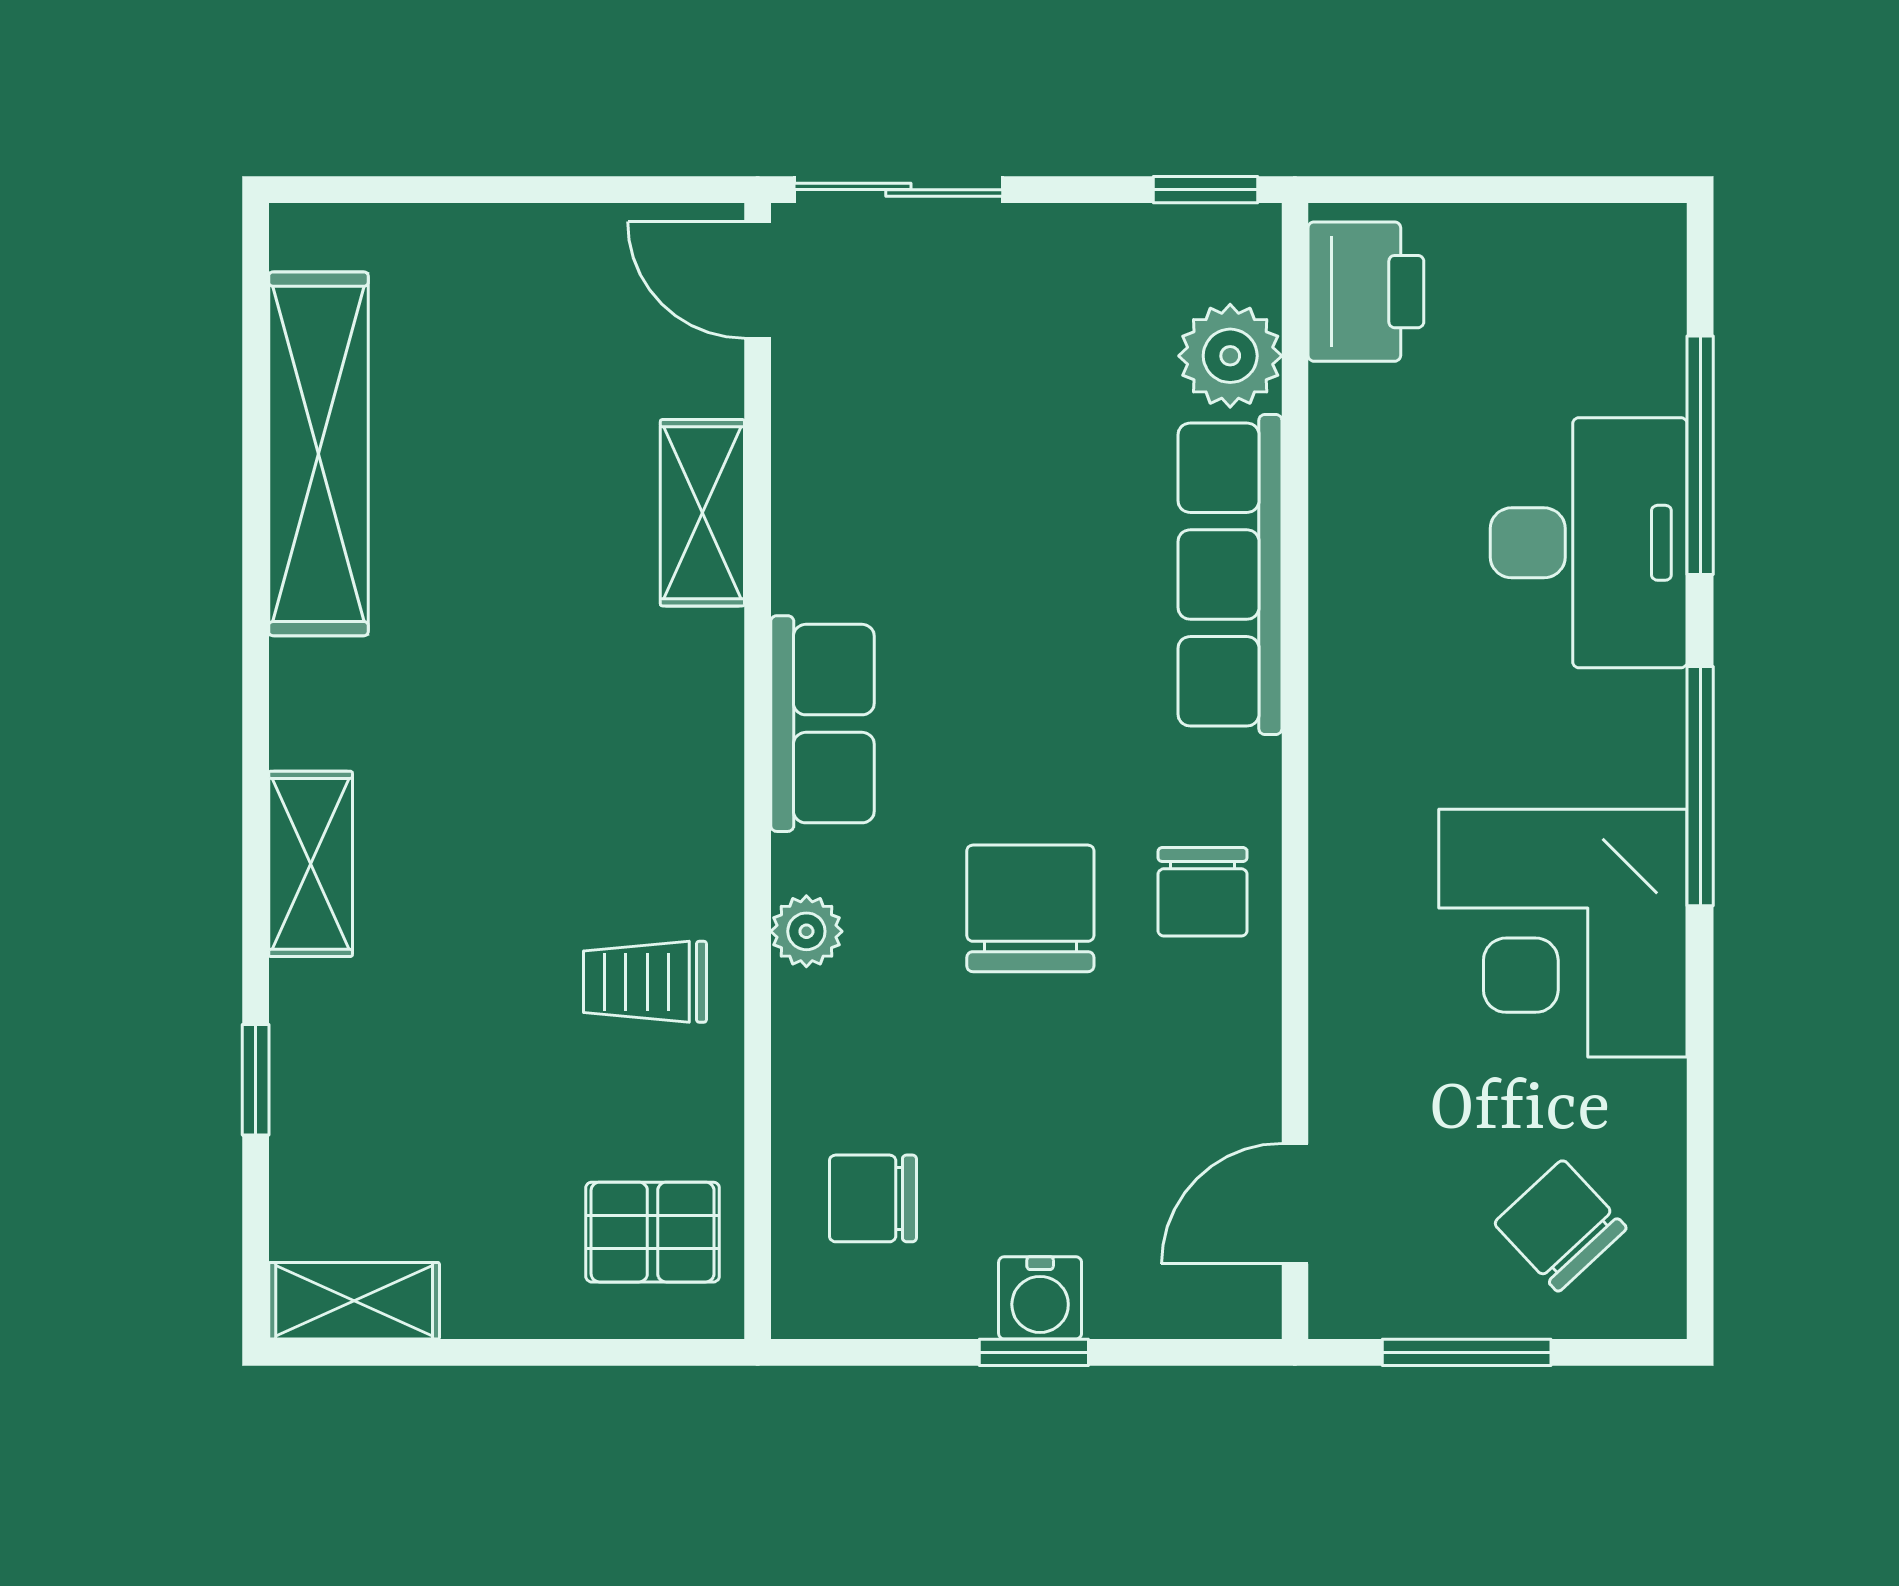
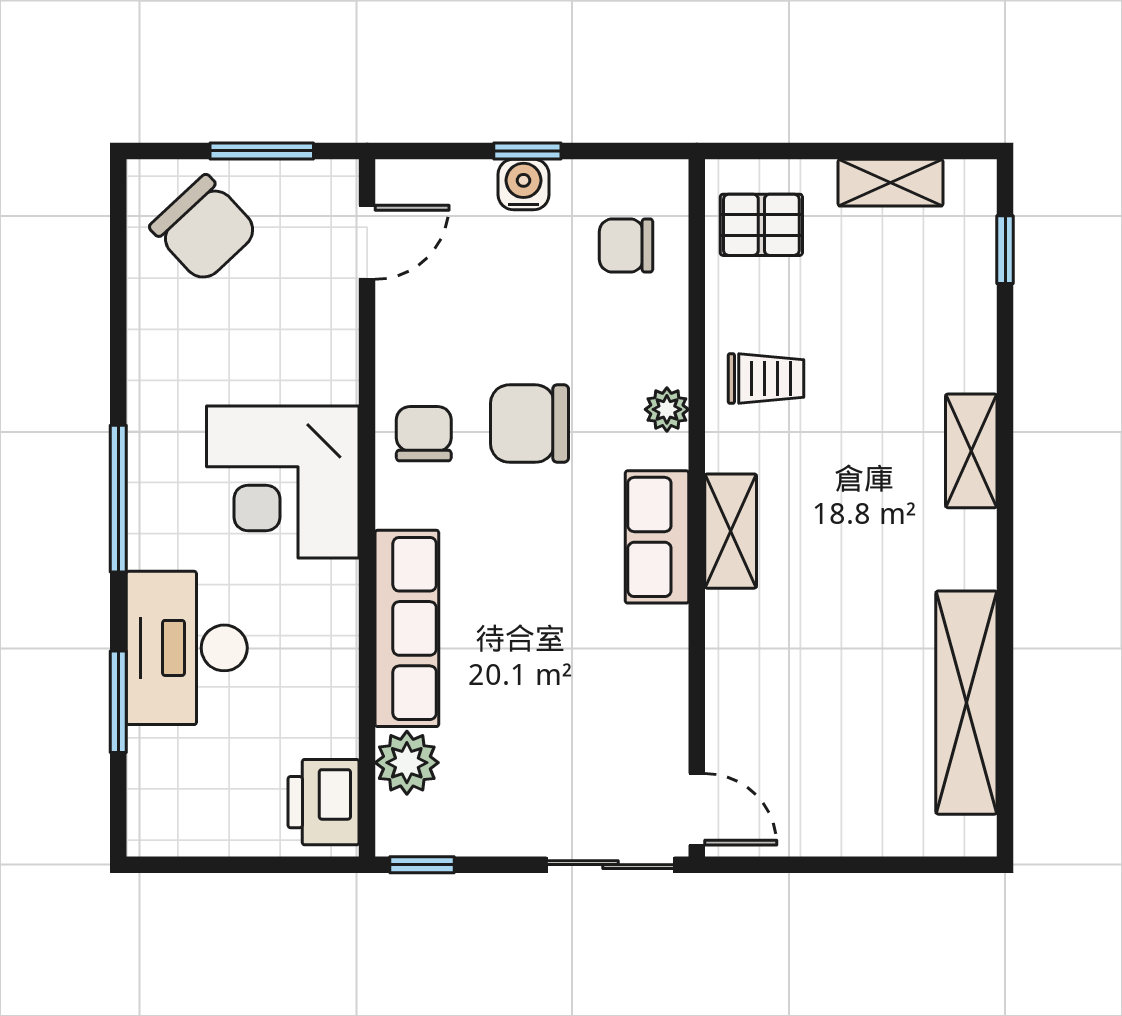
window: (1700, 455) -> (118, 702), width x0.69
shelving: (702, 513) -> (731, 531), moved
chair: (1030, 908) -> (529, 424), turned 90
corner desk: (1563, 933) -> (283, 482), moved, turned 180
window: (256, 1080) -> (1005, 250), moved
chair: (873, 1198) -> (626, 245), turned 180
chair: (1560, 1226) -> (204, 229), width x1.37, depth x1.37
shelving: (354, 1301) -> (891, 183), moved

